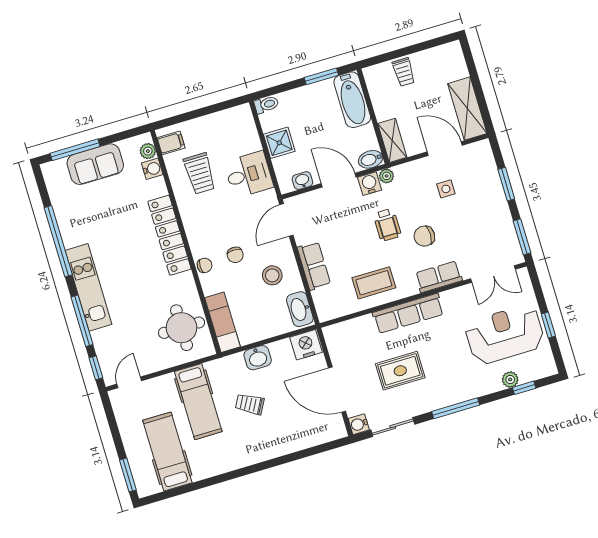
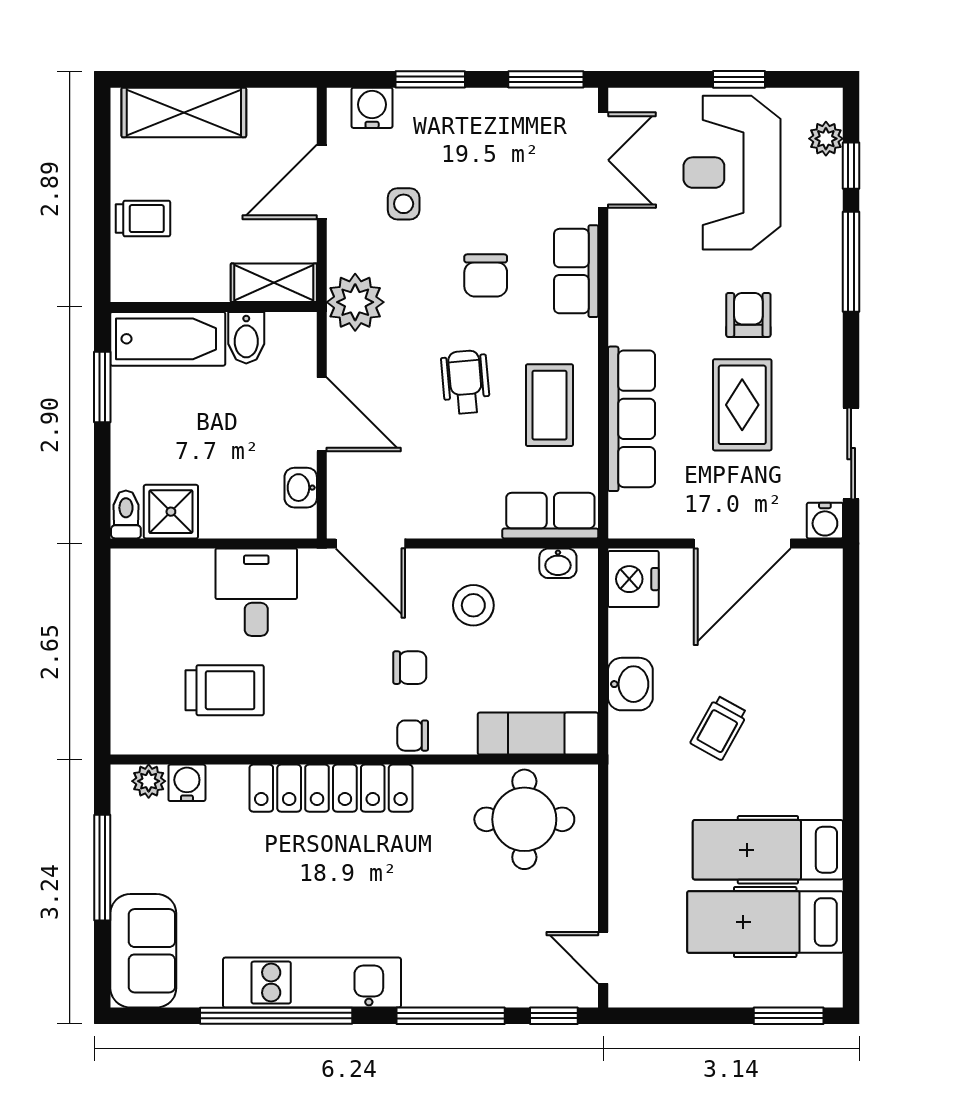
shelving: (467, 109) -> (184, 112), moved
filing cabinet: (171, 143) -> (146, 730), removed
shower: (279, 143) -> (171, 512), moved
window: (75, 150) -> (102, 868), moved
bidet: (371, 159) -> (246, 338), moved
sofa: (95, 164) -> (143, 951), moved
plant: (387, 176) -> (355, 302), width x1.88, depth x1.88
door: (339, 180) -> (322, 414), swing flipped
water cooler: (370, 184) -> (372, 108), moved, turned 90
wheelchair: (387, 225) -> (465, 382), moved, turned -95
chair: (205, 265) -> (413, 736), turned -90
row of seats: (314, 266) -> (550, 516), moved
kitchen unit: (88, 287) -> (312, 983), moved
washbasin: (300, 309) -> (558, 563), width x0.52, depth x0.69
row of seats: (408, 313) -> (631, 419), moved
armchair: (442, 361) -> (748, 315), added
plant: (510, 380) -> (826, 139), moved
hospital bed: (198, 402) -> (768, 850), moved, turned 180
window: (456, 408) -> (851, 262), moved

